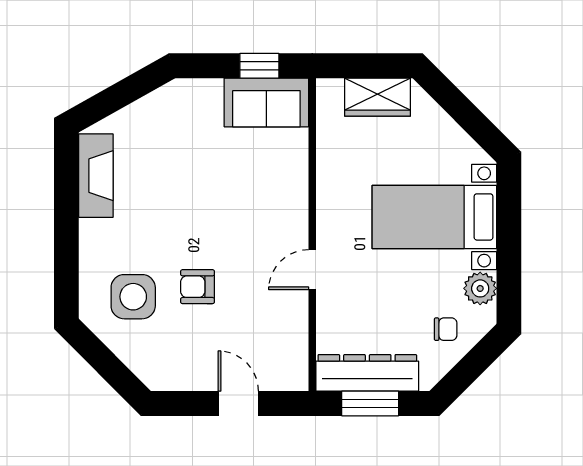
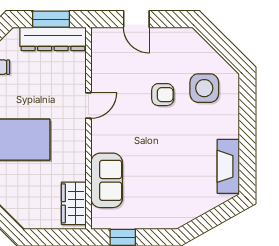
wardrobe: (377, 97) -> (74, 203), moved, turned -90
sofa: (266, 102) -> (107, 180), moved, turned 90

